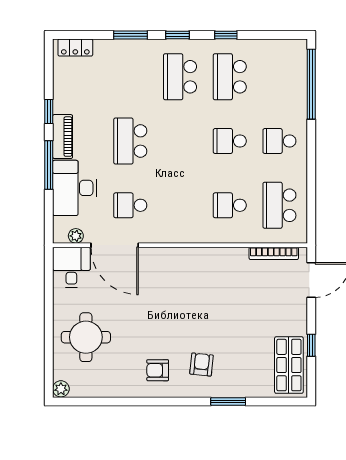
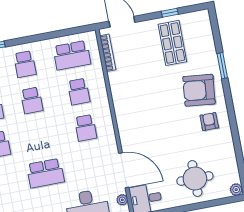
school desk: (130, 205) -> (86, 128), moved
door: (115, 245) -> (124, 170), hinge flipped
armchair: (202, 365) -> (199, 90), width x1.88, depth x1.88
shop shelf: (289, 365) -> (172, 43), moved, turned 90
armchair: (158, 370) -> (209, 121), turned 180

